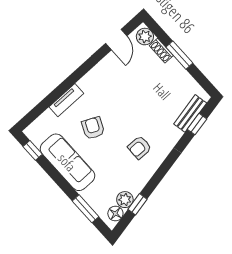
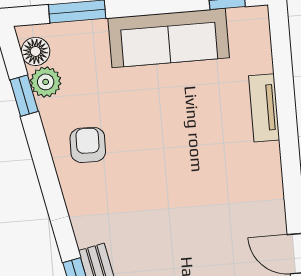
armchair: (93, 128) -> (191, 116), removed
armchair: (140, 147) -> (88, 145), moved

